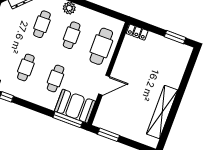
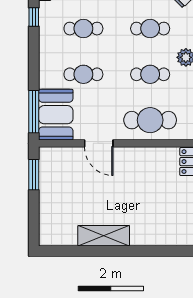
shelving: (162, 112) -> (104, 236), width x0.68

